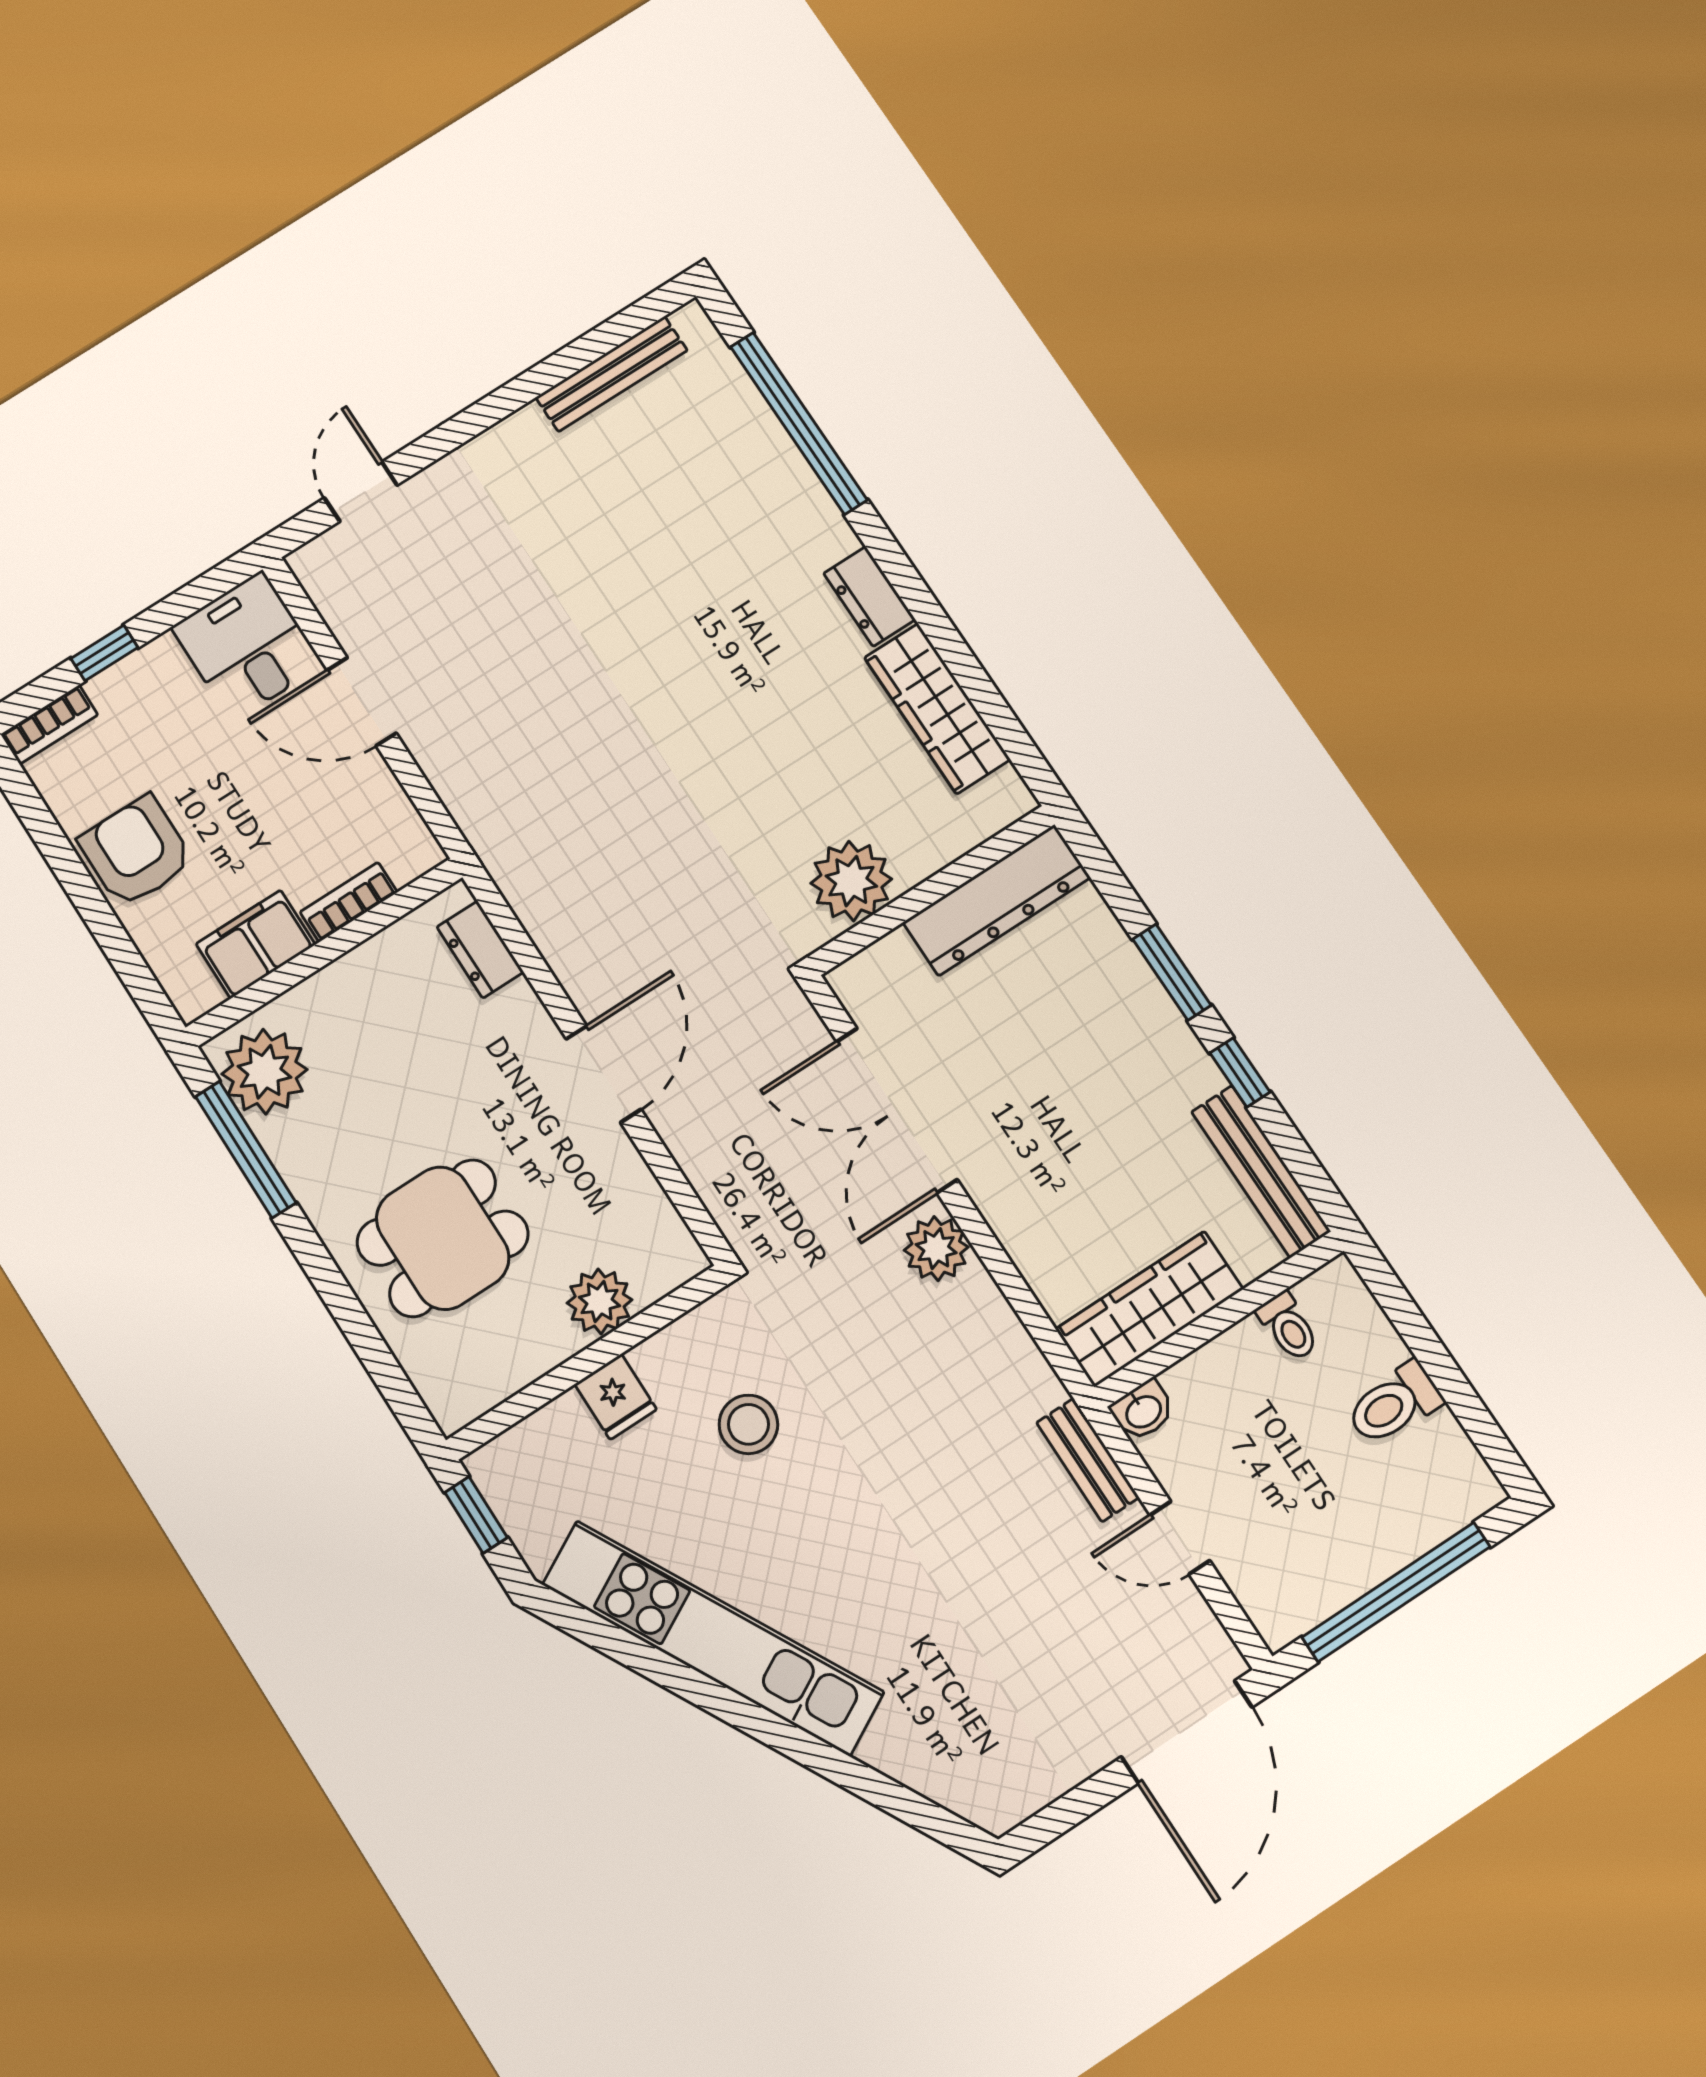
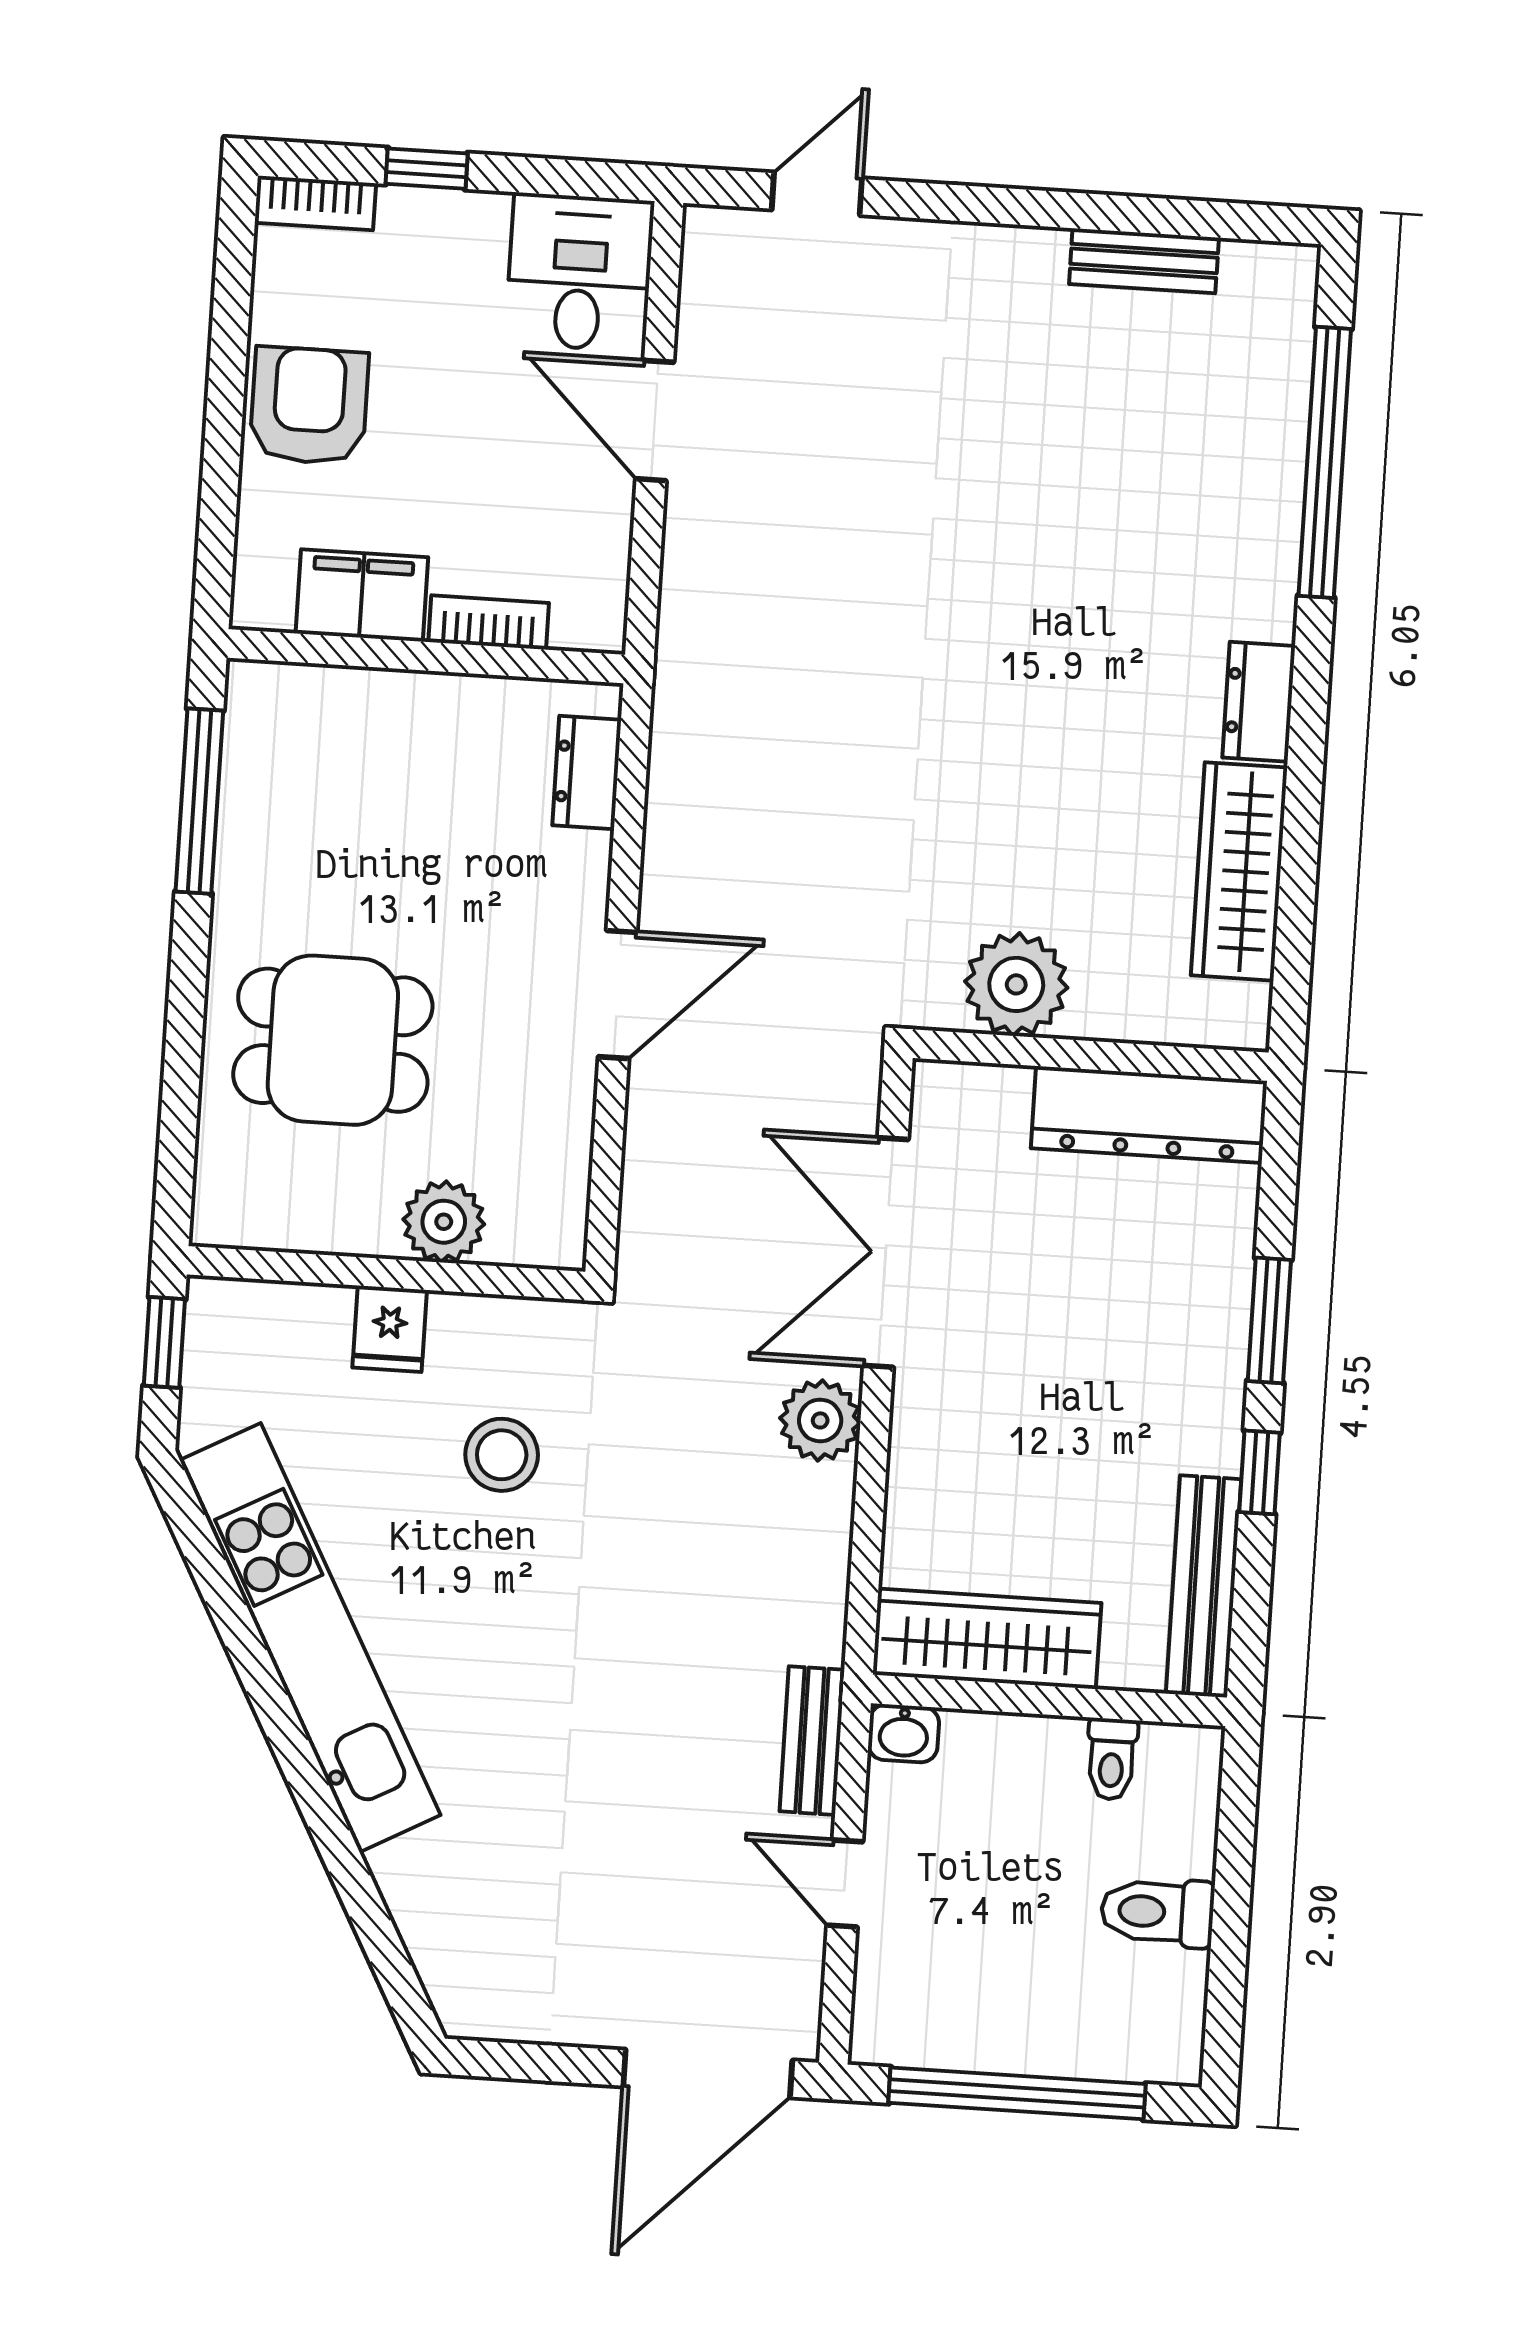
bench: (612, 374) -> (1144, 261), width x0.73
plant: (264, 1072) -> (276, 735), removed

